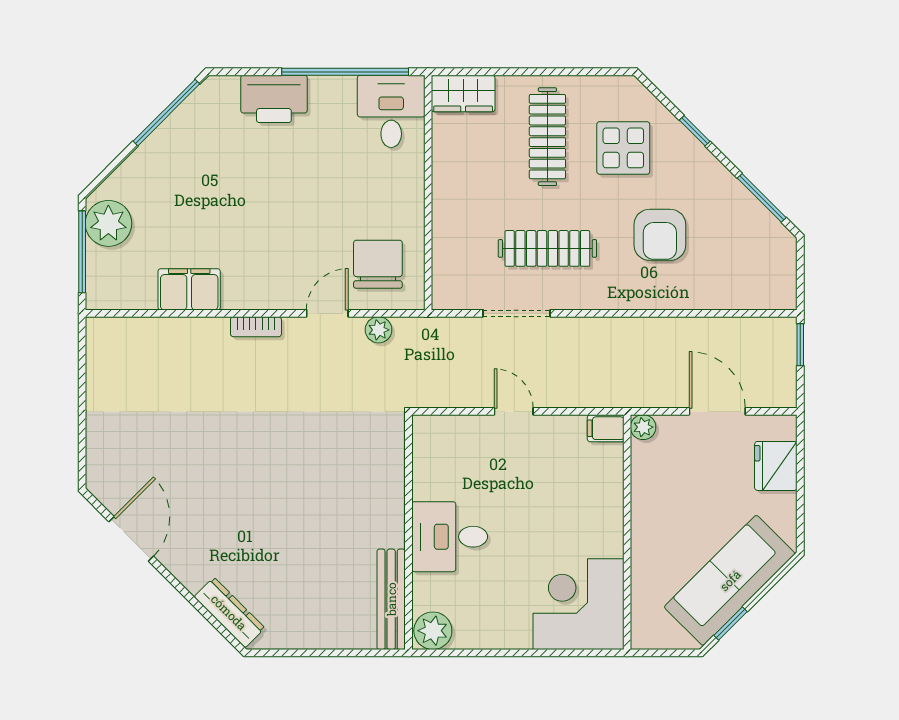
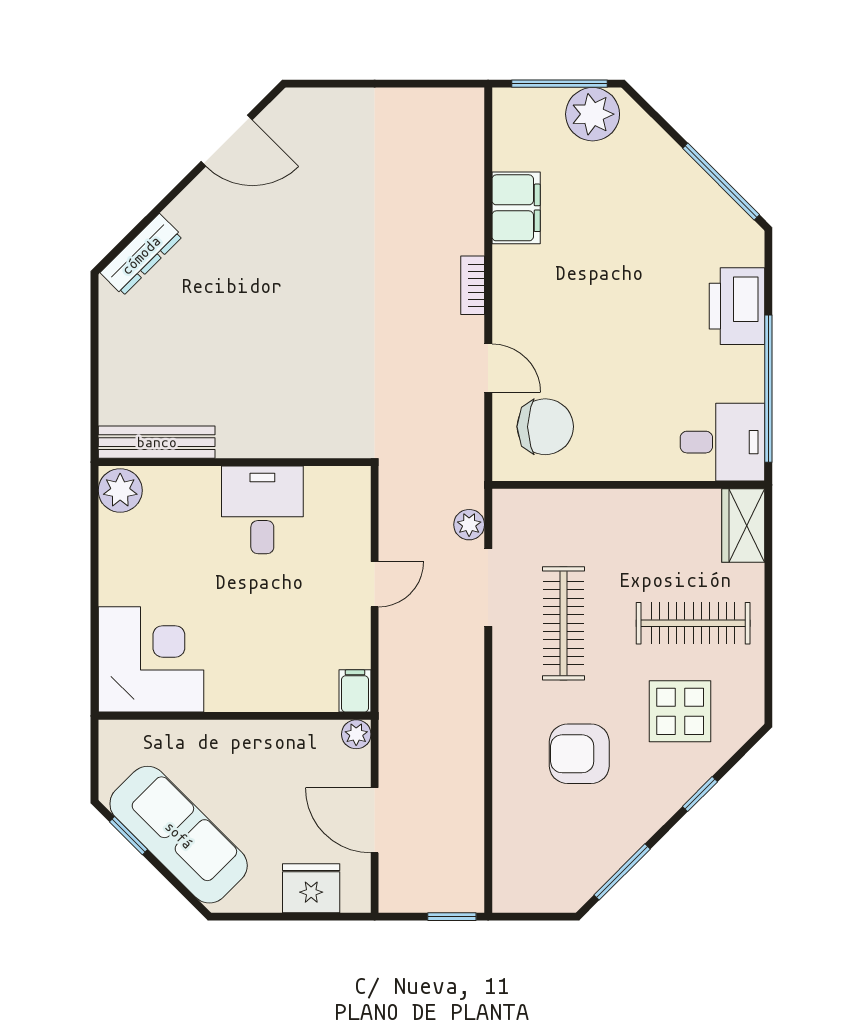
plant: (379, 330) -> (469, 525), moved
door: (717, 411) -> (375, 820), swing flipped
desk: (450, 537) -> (262, 510), moved

